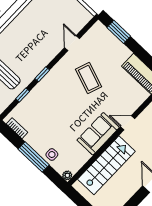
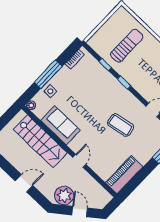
coffee table: (89, 78) -> (121, 125), turned 60
sofa: (98, 134) -> (60, 125), moved

